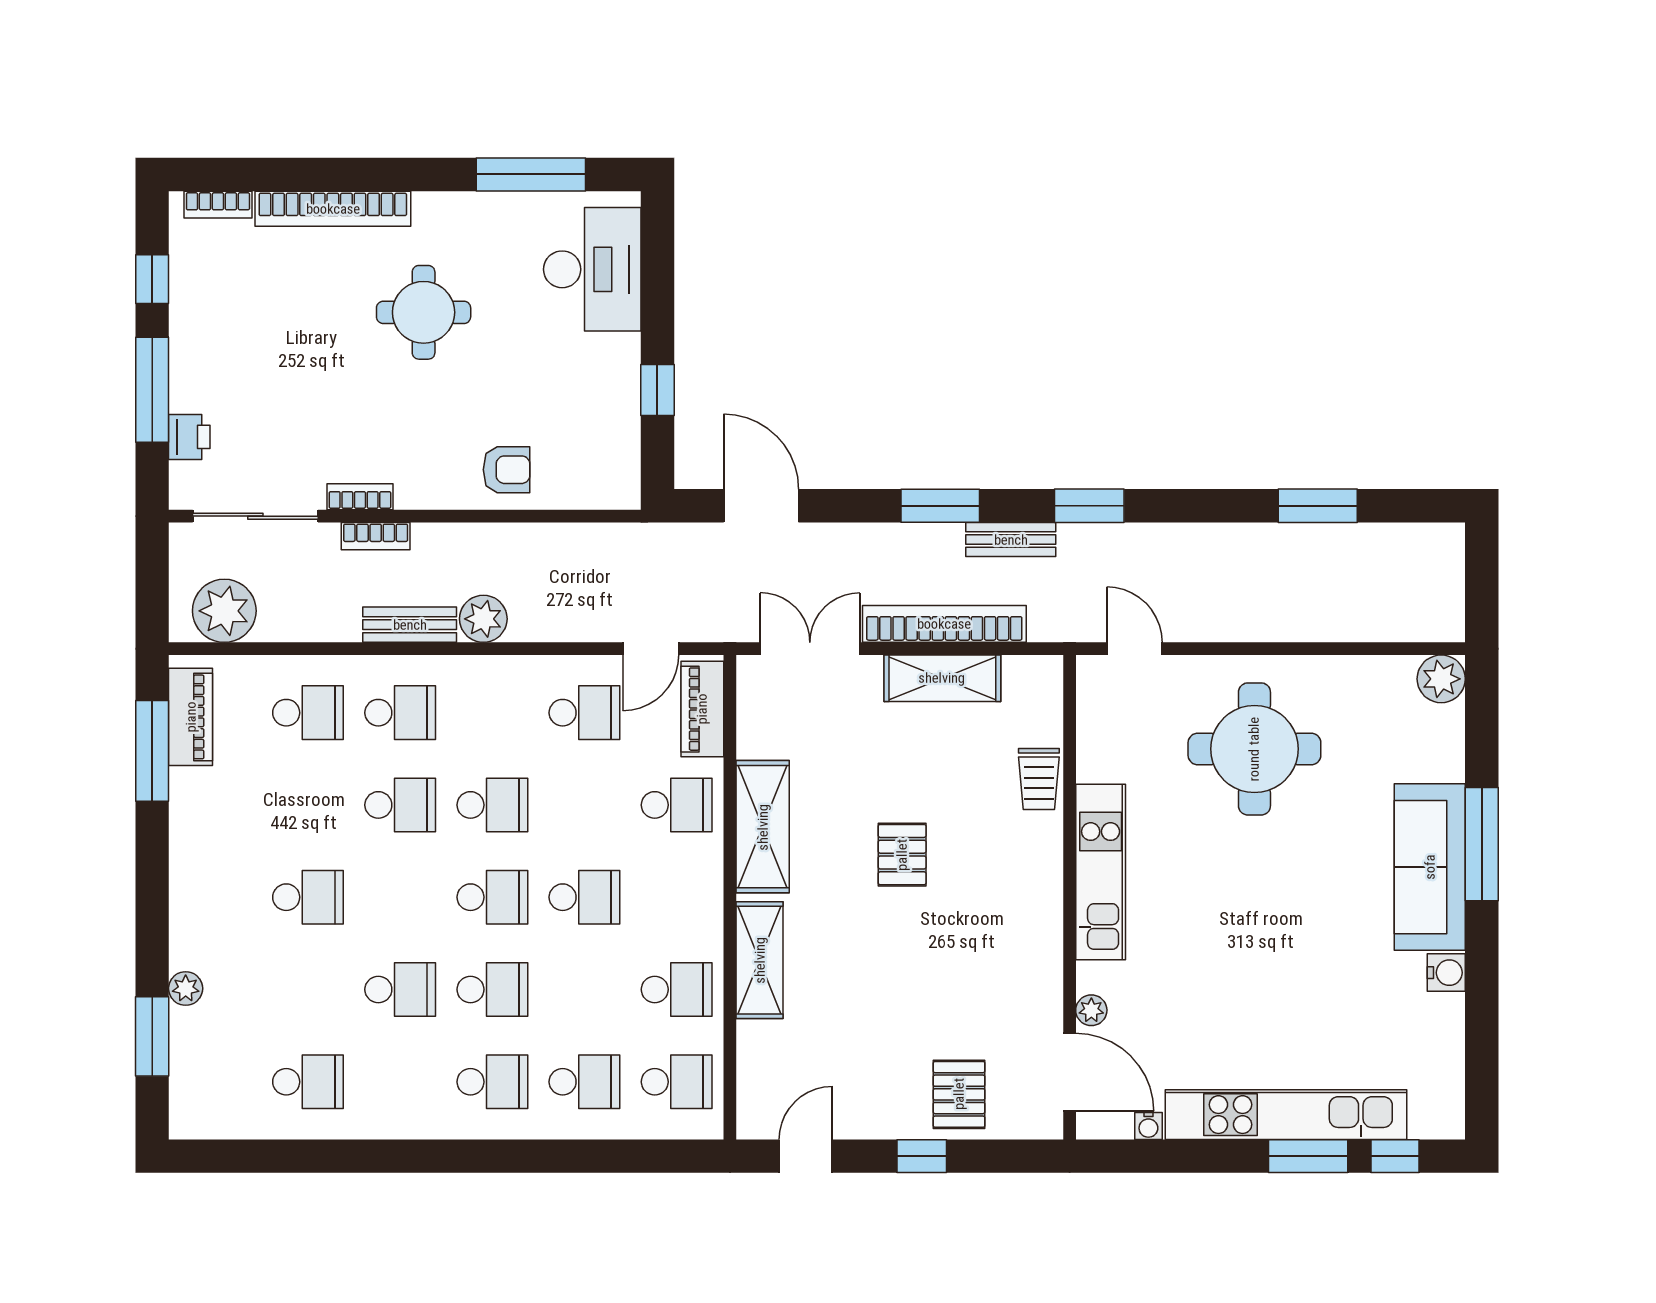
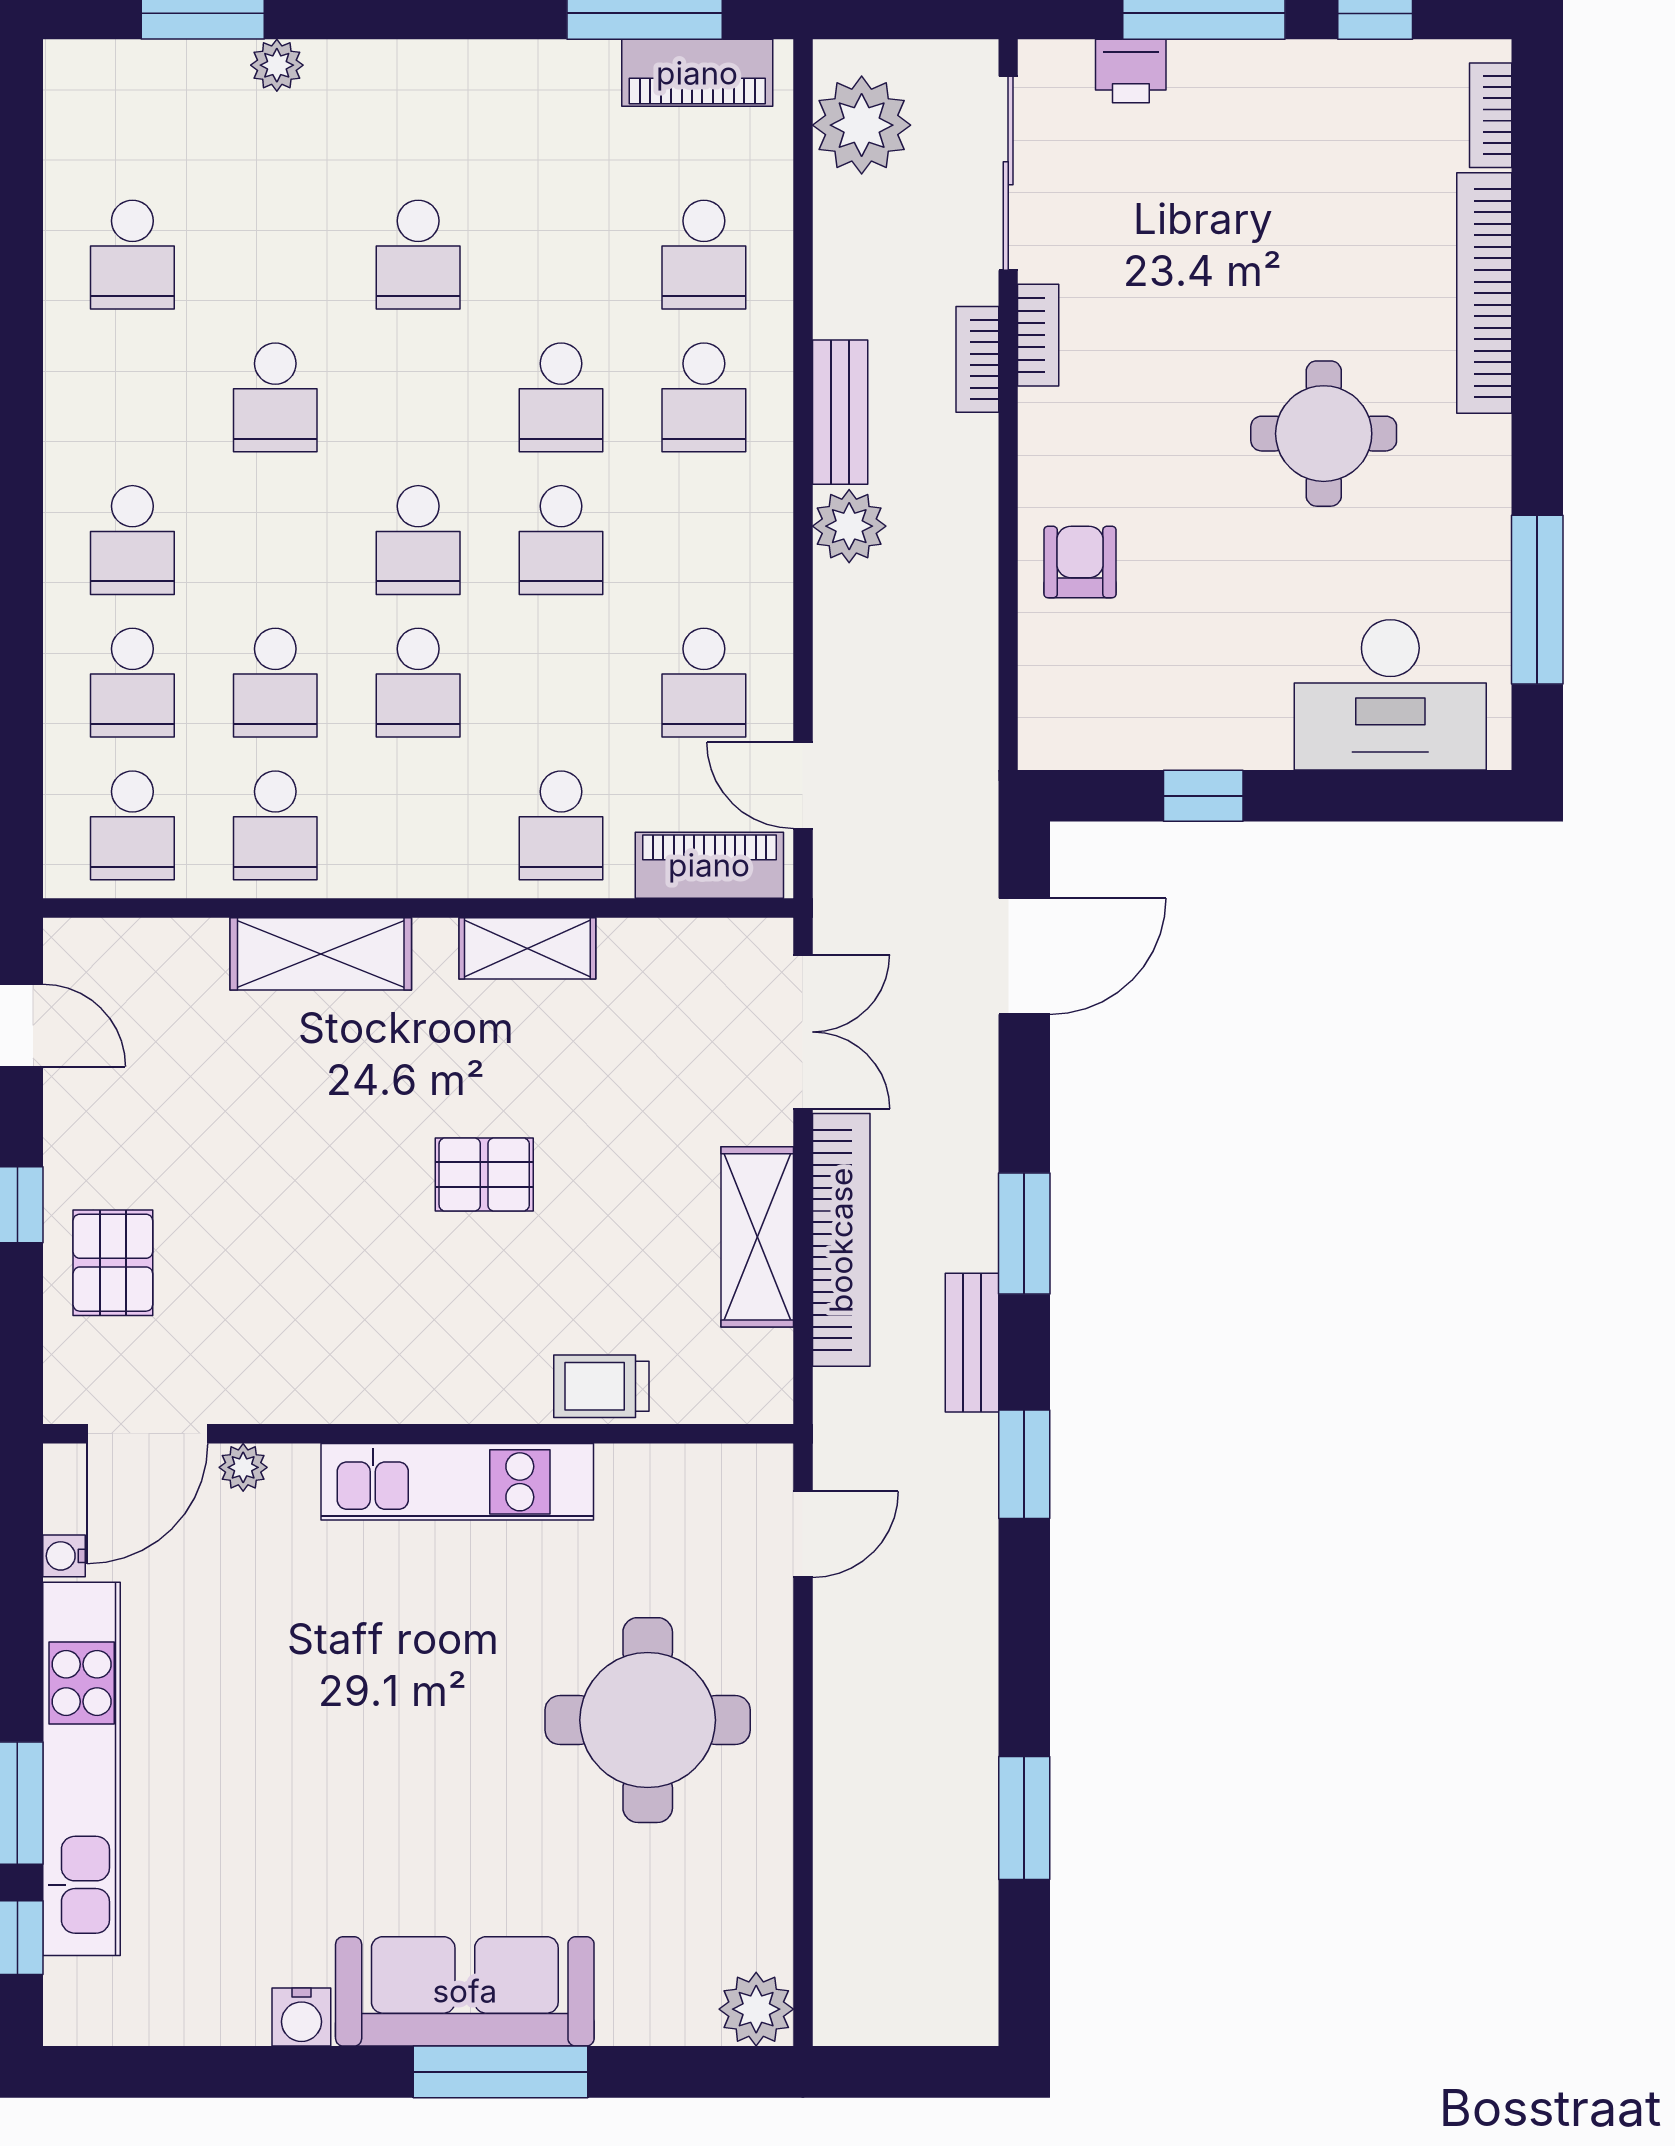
armchair: (507, 470) -> (1080, 562), turned 180
shelving: (763, 827) -> (527, 948), width x0.67, depth x0.75
school desk: (492, 989) -> (275, 683), moved
pallet: (959, 1094) -> (113, 1263), turned 90

